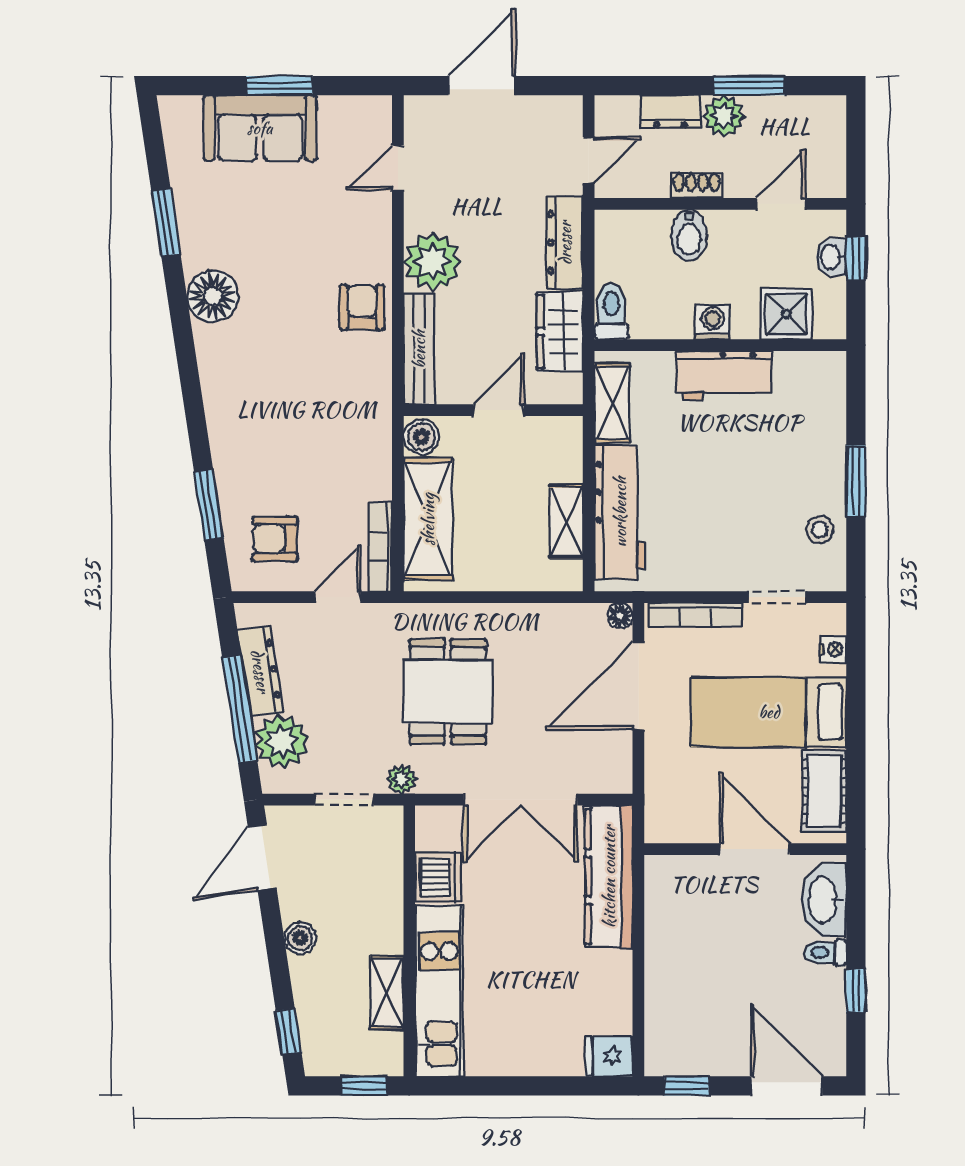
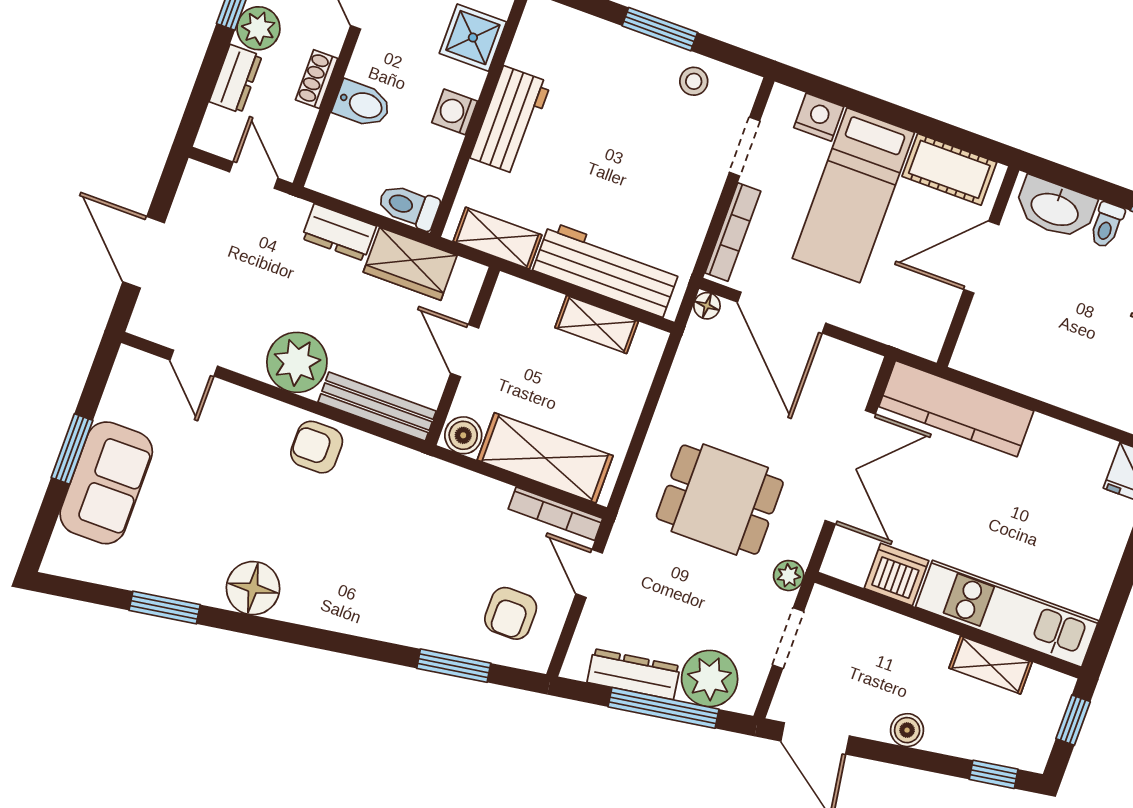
dresser: (565, 243) -> (339, 232), width x0.70
nightstand: (833, 649) -> (819, 117), width x1.39, depth x1.35

